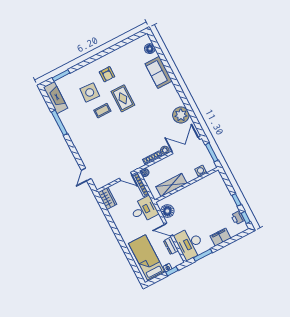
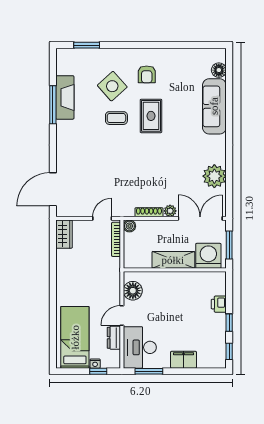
sofa: (159, 72) -> (214, 106), width x1.36
side table: (90, 92) -> (112, 86), turned 45
fireplace: (55, 98) -> (65, 97), moved
washing machine: (201, 171) -> (208, 256), width x1.89, depth x1.89
door: (86, 174) -> (53, 189), width x1.88
door: (126, 177) -> (102, 218), swing flipped
shelving: (171, 185) -> (173, 260), moved
desk: (144, 210) -> (103, 273), removed
printer: (238, 218) -> (219, 304), moved
door: (169, 230) -> (122, 315), hinge flipped

